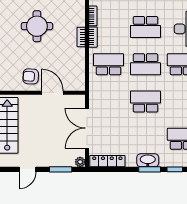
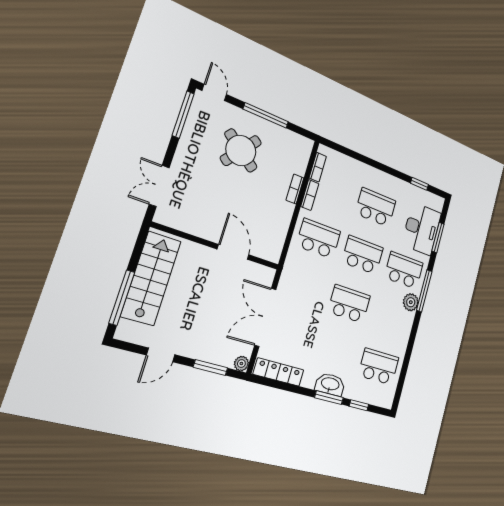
round table: (37, 26) -> (241, 151), turned 38
school desk: (145, 27) -> (376, 207), turned 180
school desk: (145, 64) -> (363, 255), turned 180
armchair: (31, 76) -> (210, 218), removed

